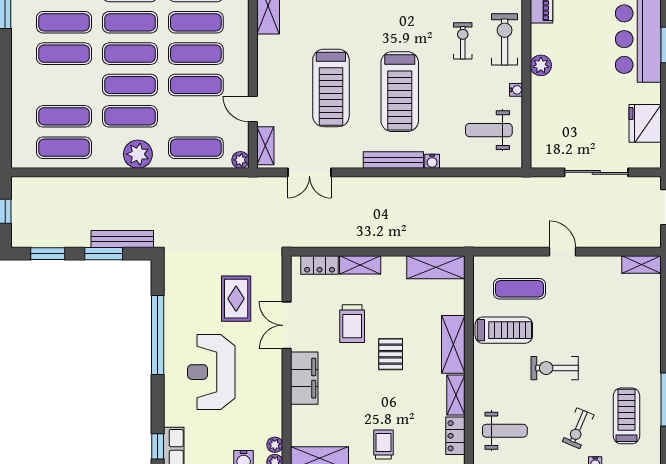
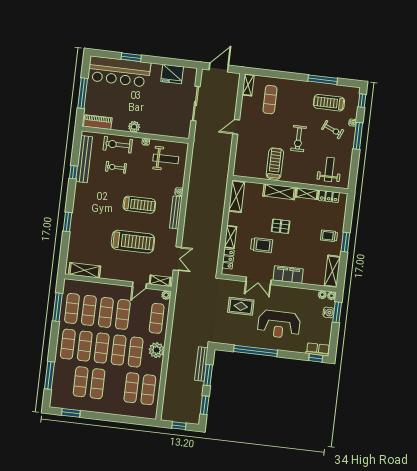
treadmill: (400, 92) -> (139, 205), width x0.73, depth x0.73
weight bench: (489, 130) -> (166, 159), turned -90
exercise mat: (519, 289) -> (270, 100), moved

